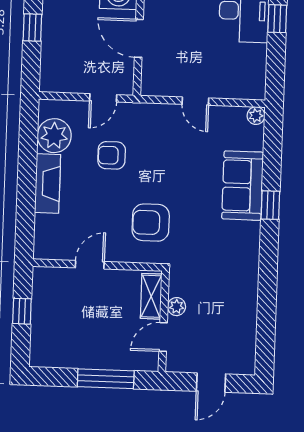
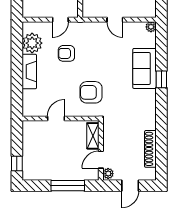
plant: (177, 307) -> (108, 174), moved
window: (22, 311) -> (17, 163), moved
shoe rack: (248, 322) -> (150, 149), added

